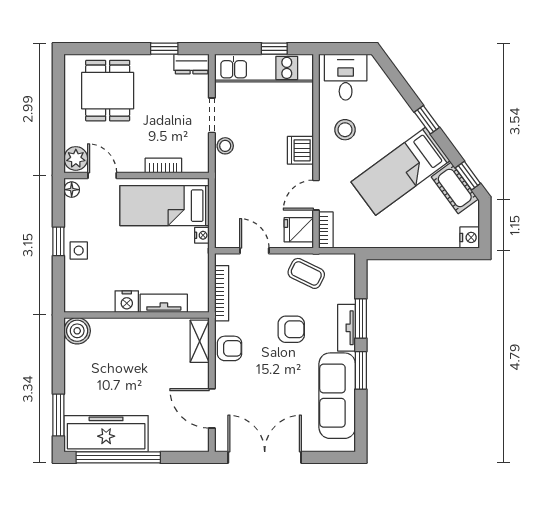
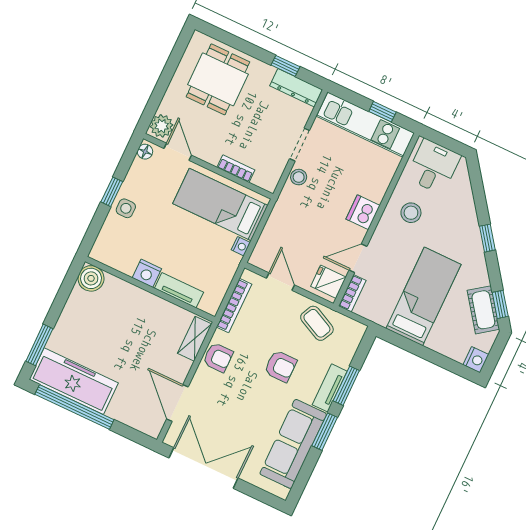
dresser: (192, 64) -> (296, 88), width x1.44
bed: (401, 171) -> (423, 296), moved, turned 126

